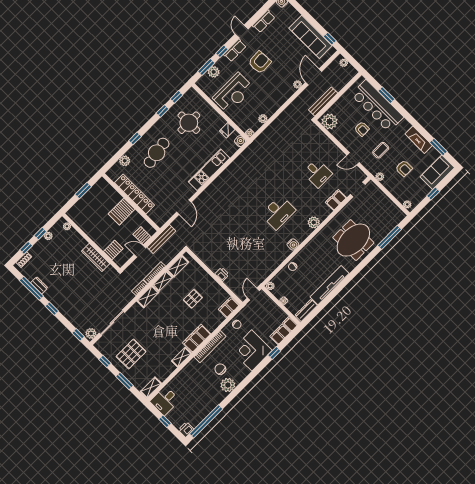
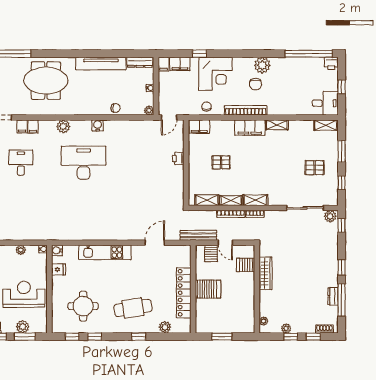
desk: (278, 212) -> (84, 163), width x1.36, depth x1.30
pallet: (131, 354) -> (315, 168), width x0.67, depth x0.71

